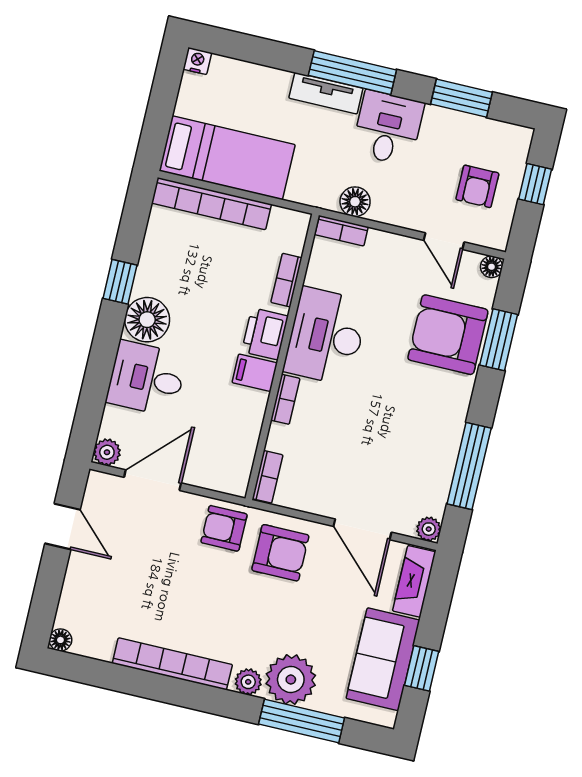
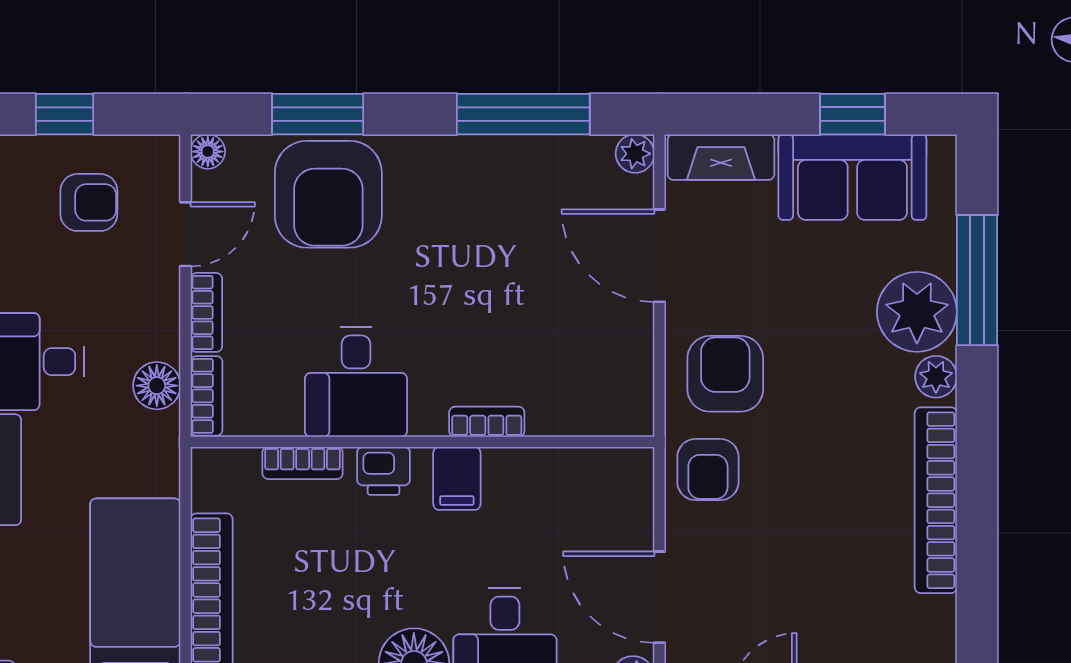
printer: (265, 334) -> (384, 471), width x0.73, depth x0.81
desk: (326, 336) -> (356, 382), width x0.73
bookcase: (268, 477) -> (206, 312), moved, turned 90
door: (362, 529) -> (659, 256), swing flipped

